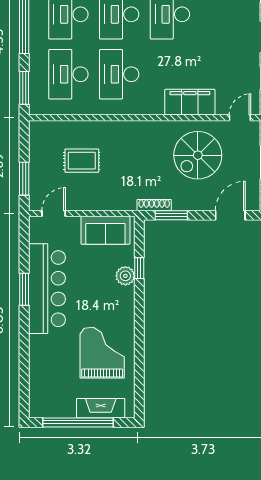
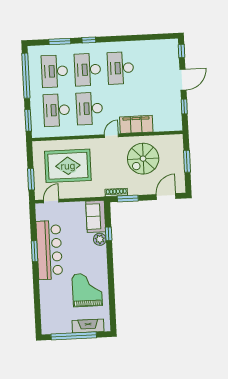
door: (240, 118) -> (111, 136), moved
rug: (82, 161) -> (68, 166), width x1.86, depth x2.06
sofa: (105, 230) -> (96, 216), moved, turned 90

